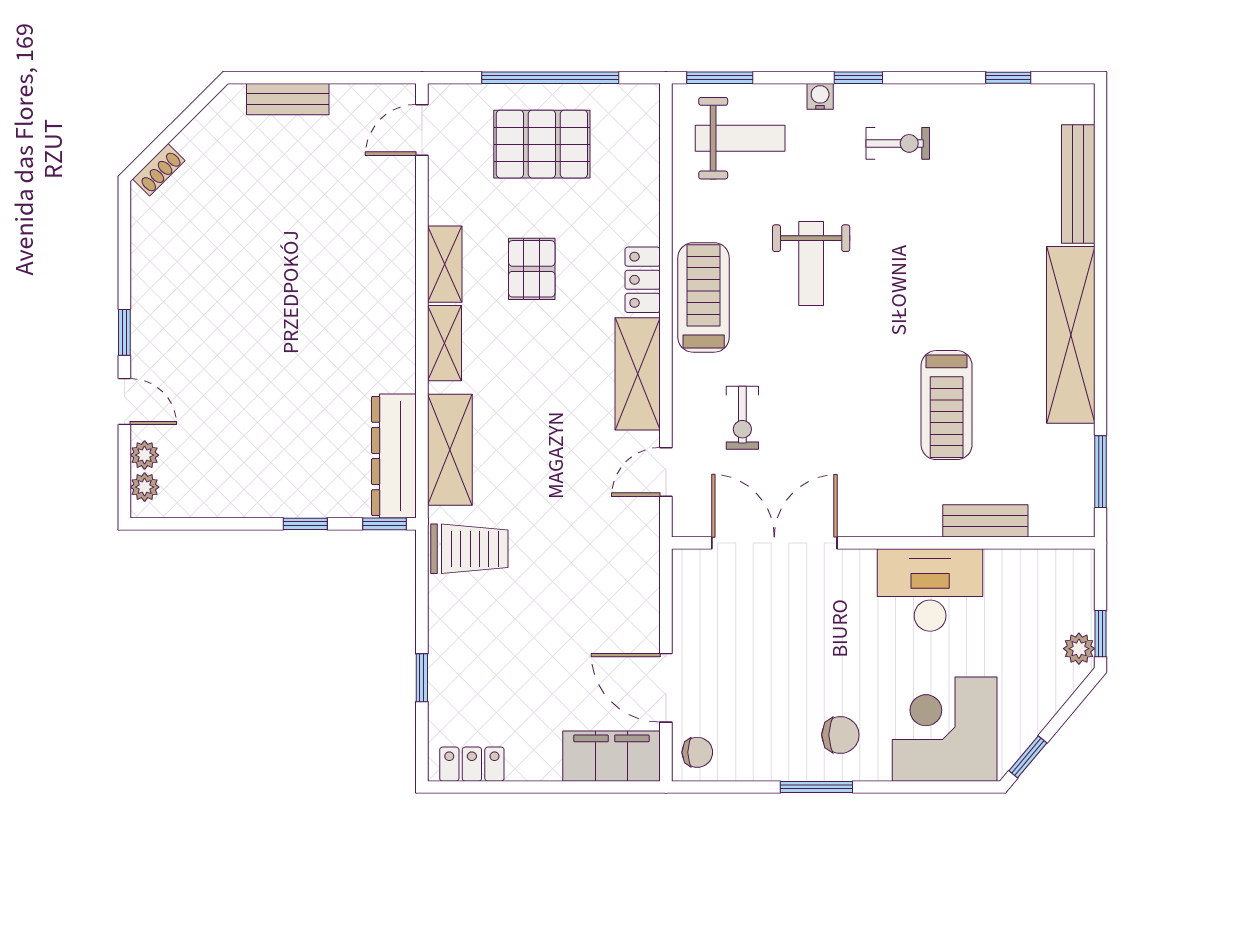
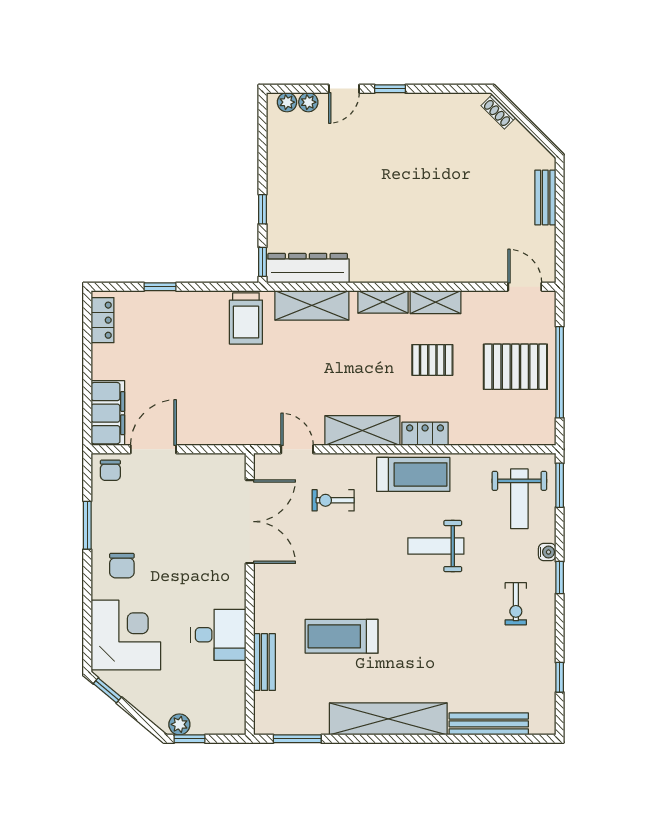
pallet: (542, 144) -> (515, 367), turned 90
desk: (930, 590) -> (218, 635), width x0.73
window: (816, 787) -> (87, 525), moved

